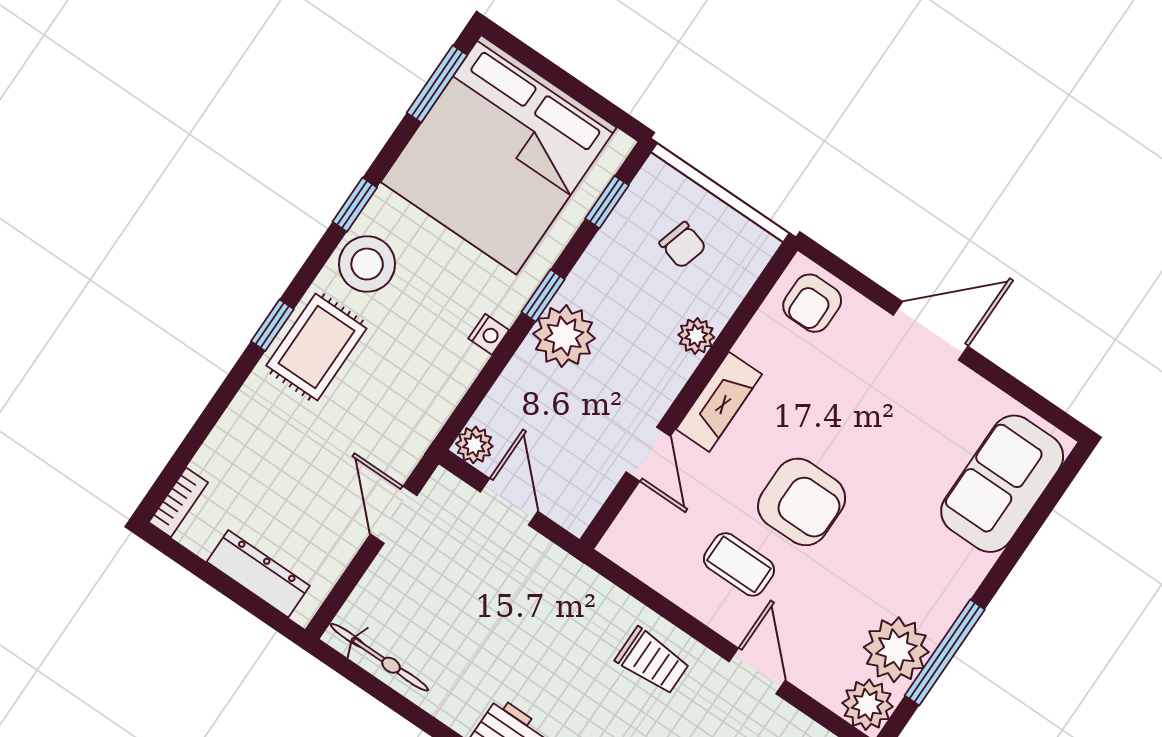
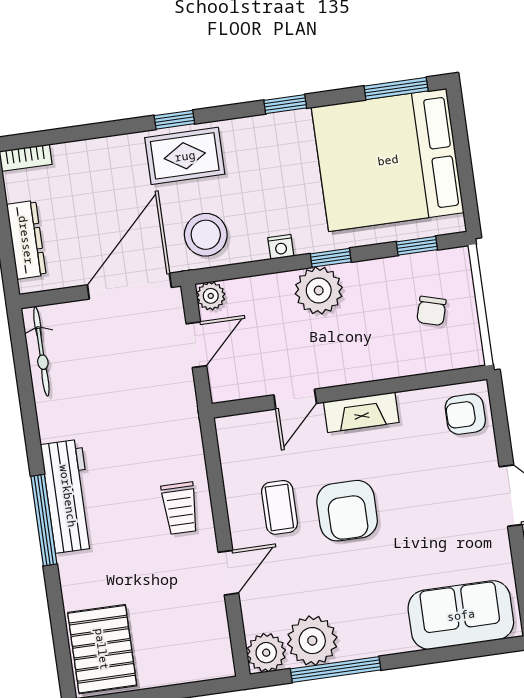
stool: (367, 264) -> (206, 235), moved
plant: (696, 336) -> (387, 365), removed
door: (394, 515) -> (129, 286), width x1.87

